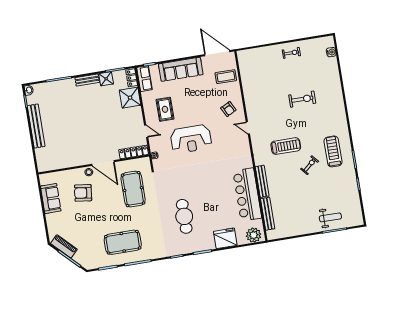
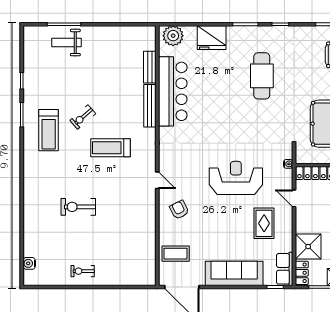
bench: (268, 214) -> (150, 67), width x0.73

